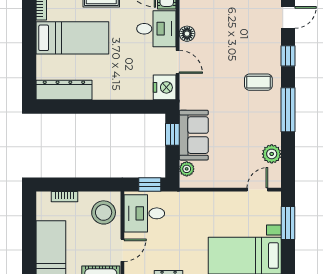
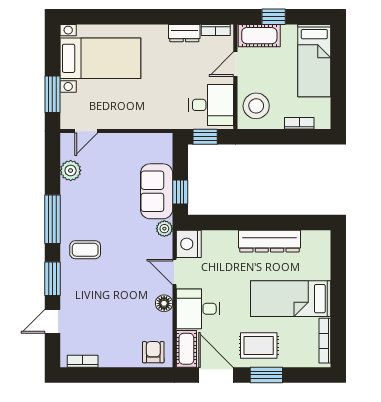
window: (288, 56) -> (52, 279), width x1.50
dresser: (64, 90) -> (269, 241), moved
plant: (187, 169) -> (164, 229), moved

